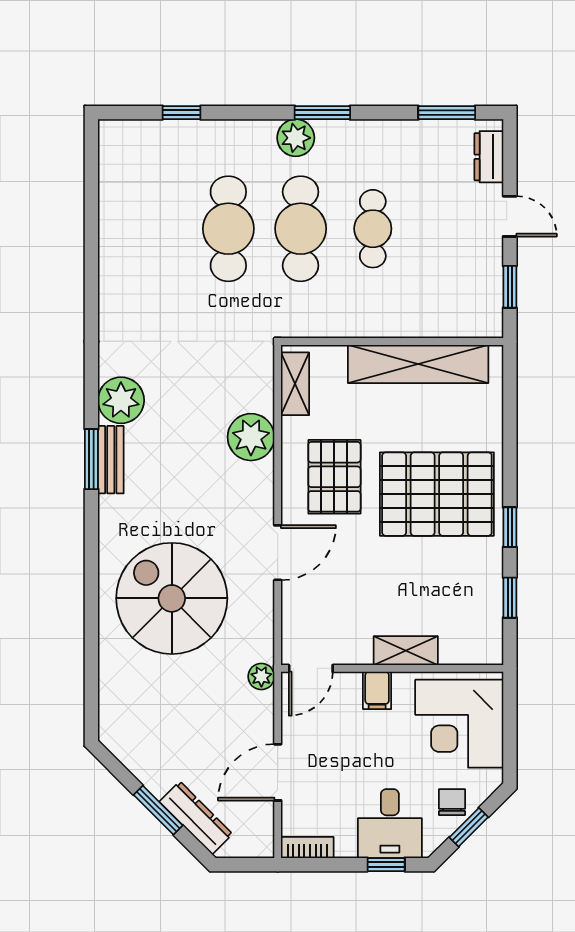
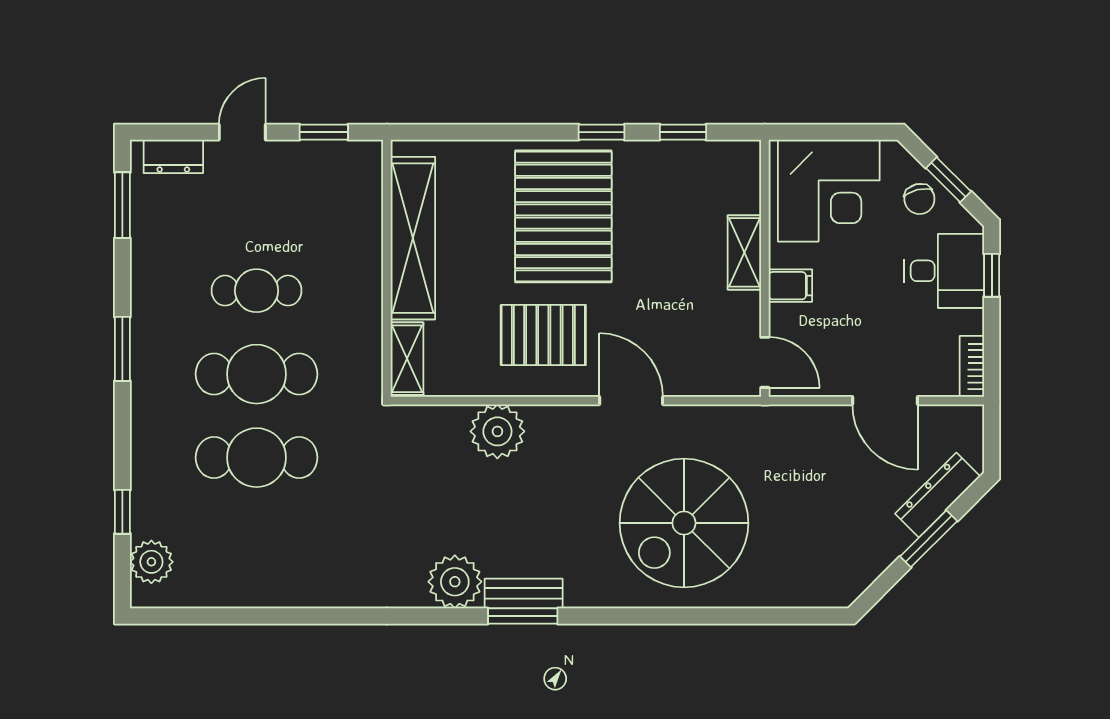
plant: (296, 138) -> (151, 562), moved
shelving: (295, 384) -> (407, 359), moved, turned 90
plant: (261, 677) -> (774, 420), removed
chair: (452, 802) -> (919, 199), turned -104

